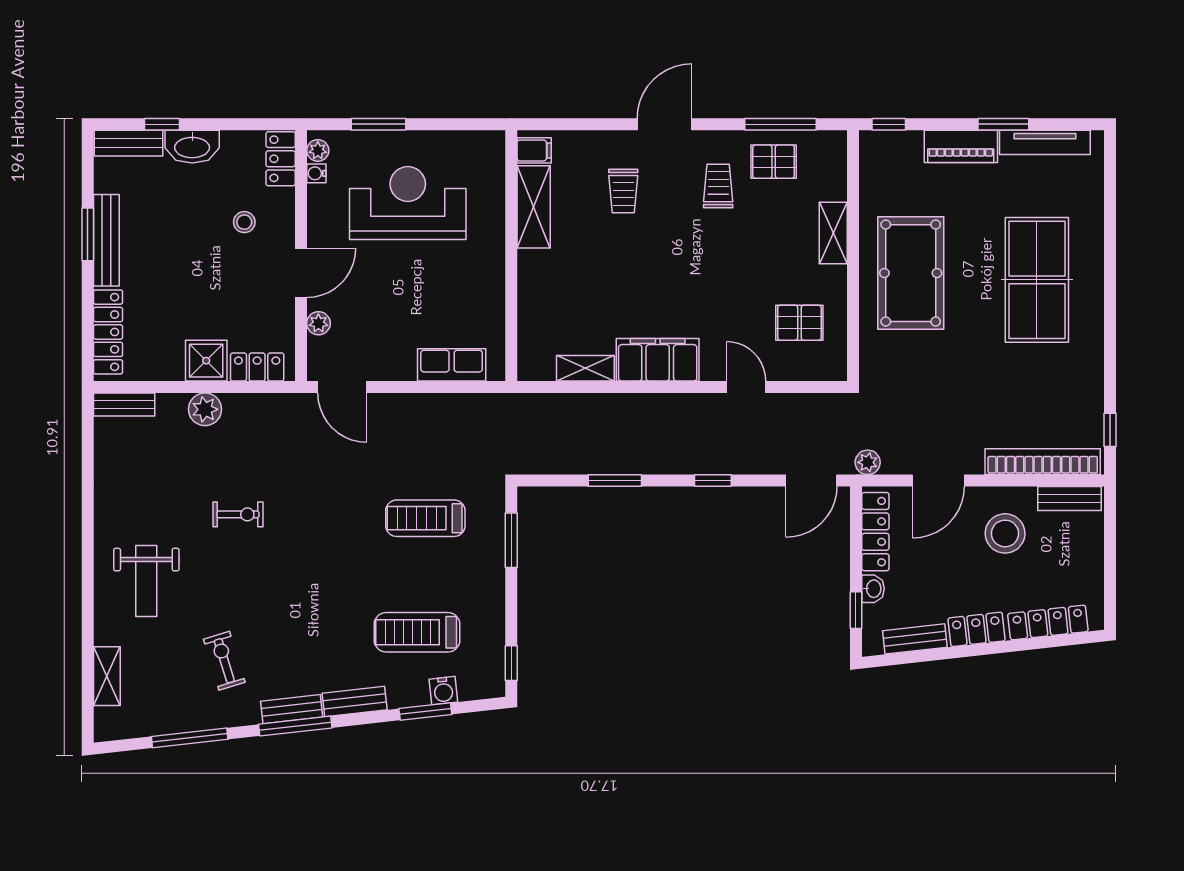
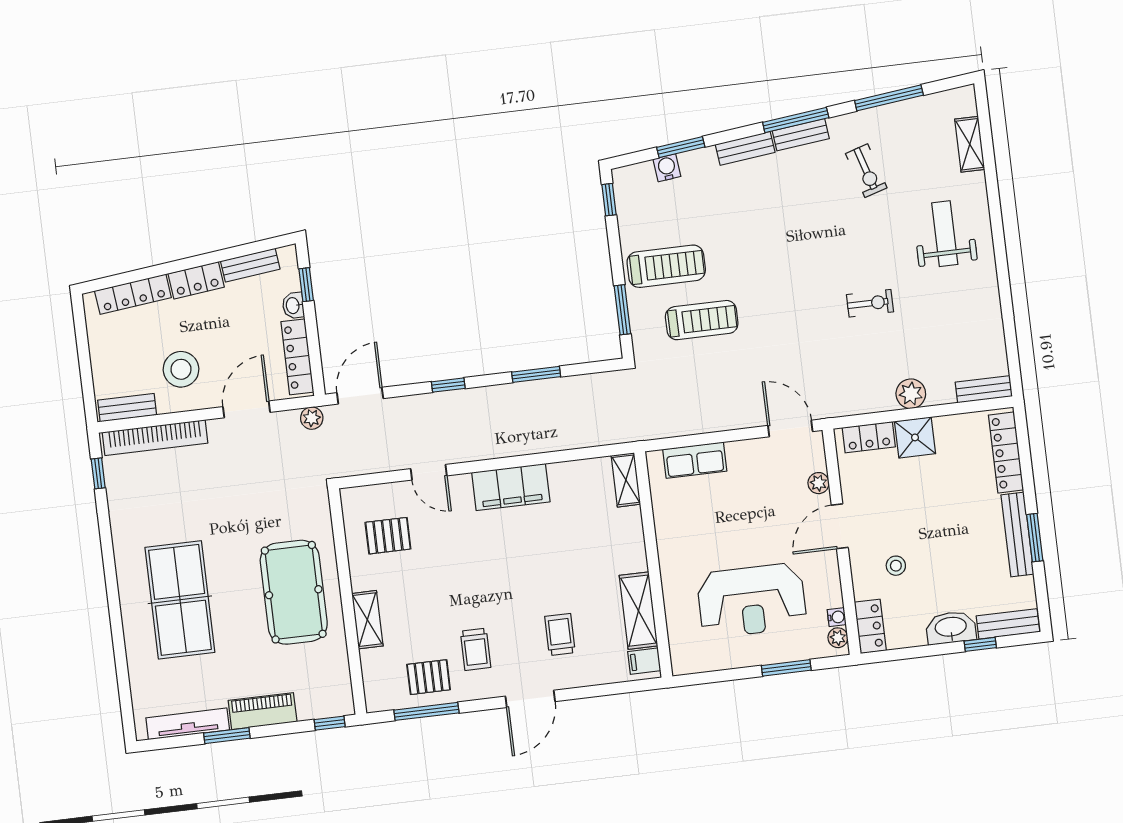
shelving: (585, 368) -> (626, 480), moved, turned 90
exercise bike: (238, 514) -> (870, 303), turned 180
treadmill: (417, 632) -> (666, 266), moved

